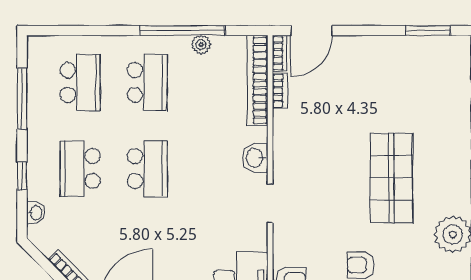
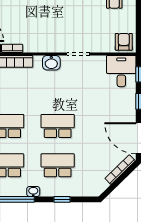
school desk: (80, 169) -> (58, 165), turned 180
washbasin: (36, 213) -> (33, 191), moved

